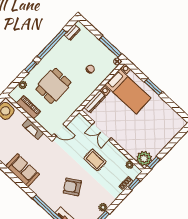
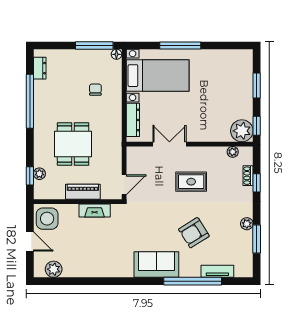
window: (31, 67) -> (30, 176), moved
window: (153, 87) -> (180, 45), width x1.44
piano: (28, 107) -> (83, 192), moved
double door: (102, 131) -> (169, 144), swing flipped
window: (173, 143) -> (257, 85), added
sofa: (23, 170) -> (156, 265), moved
window: (134, 184) -> (257, 183), moved

